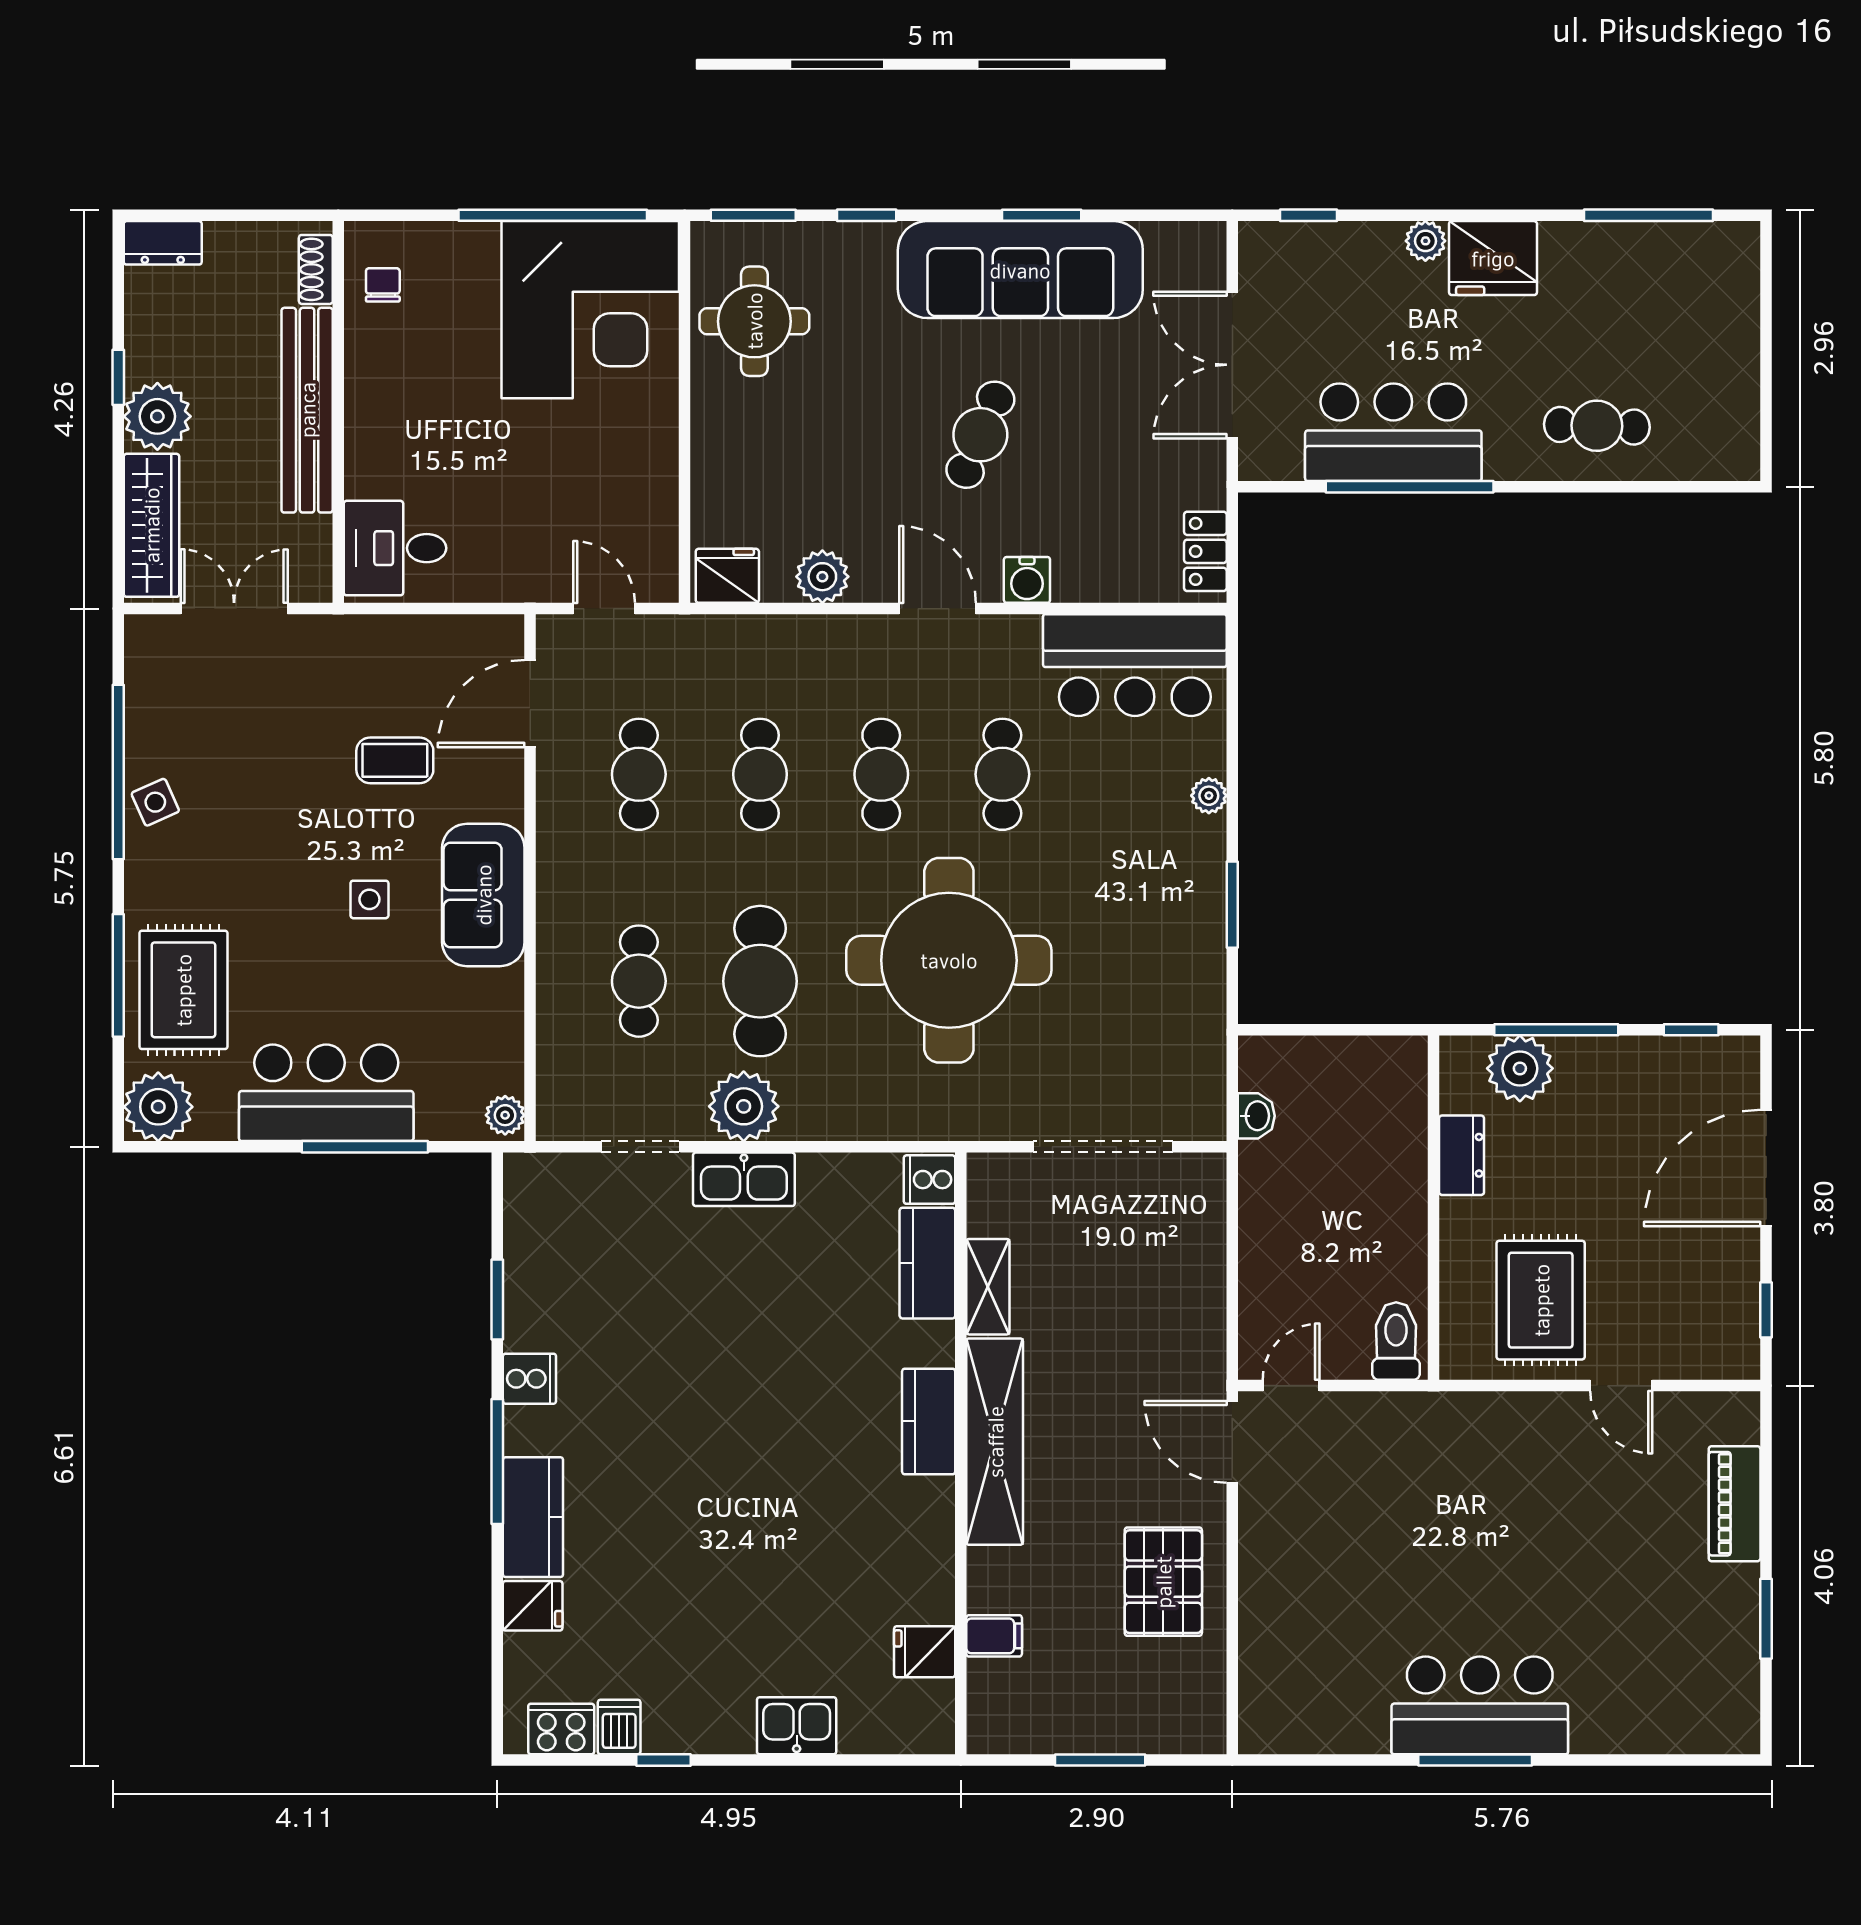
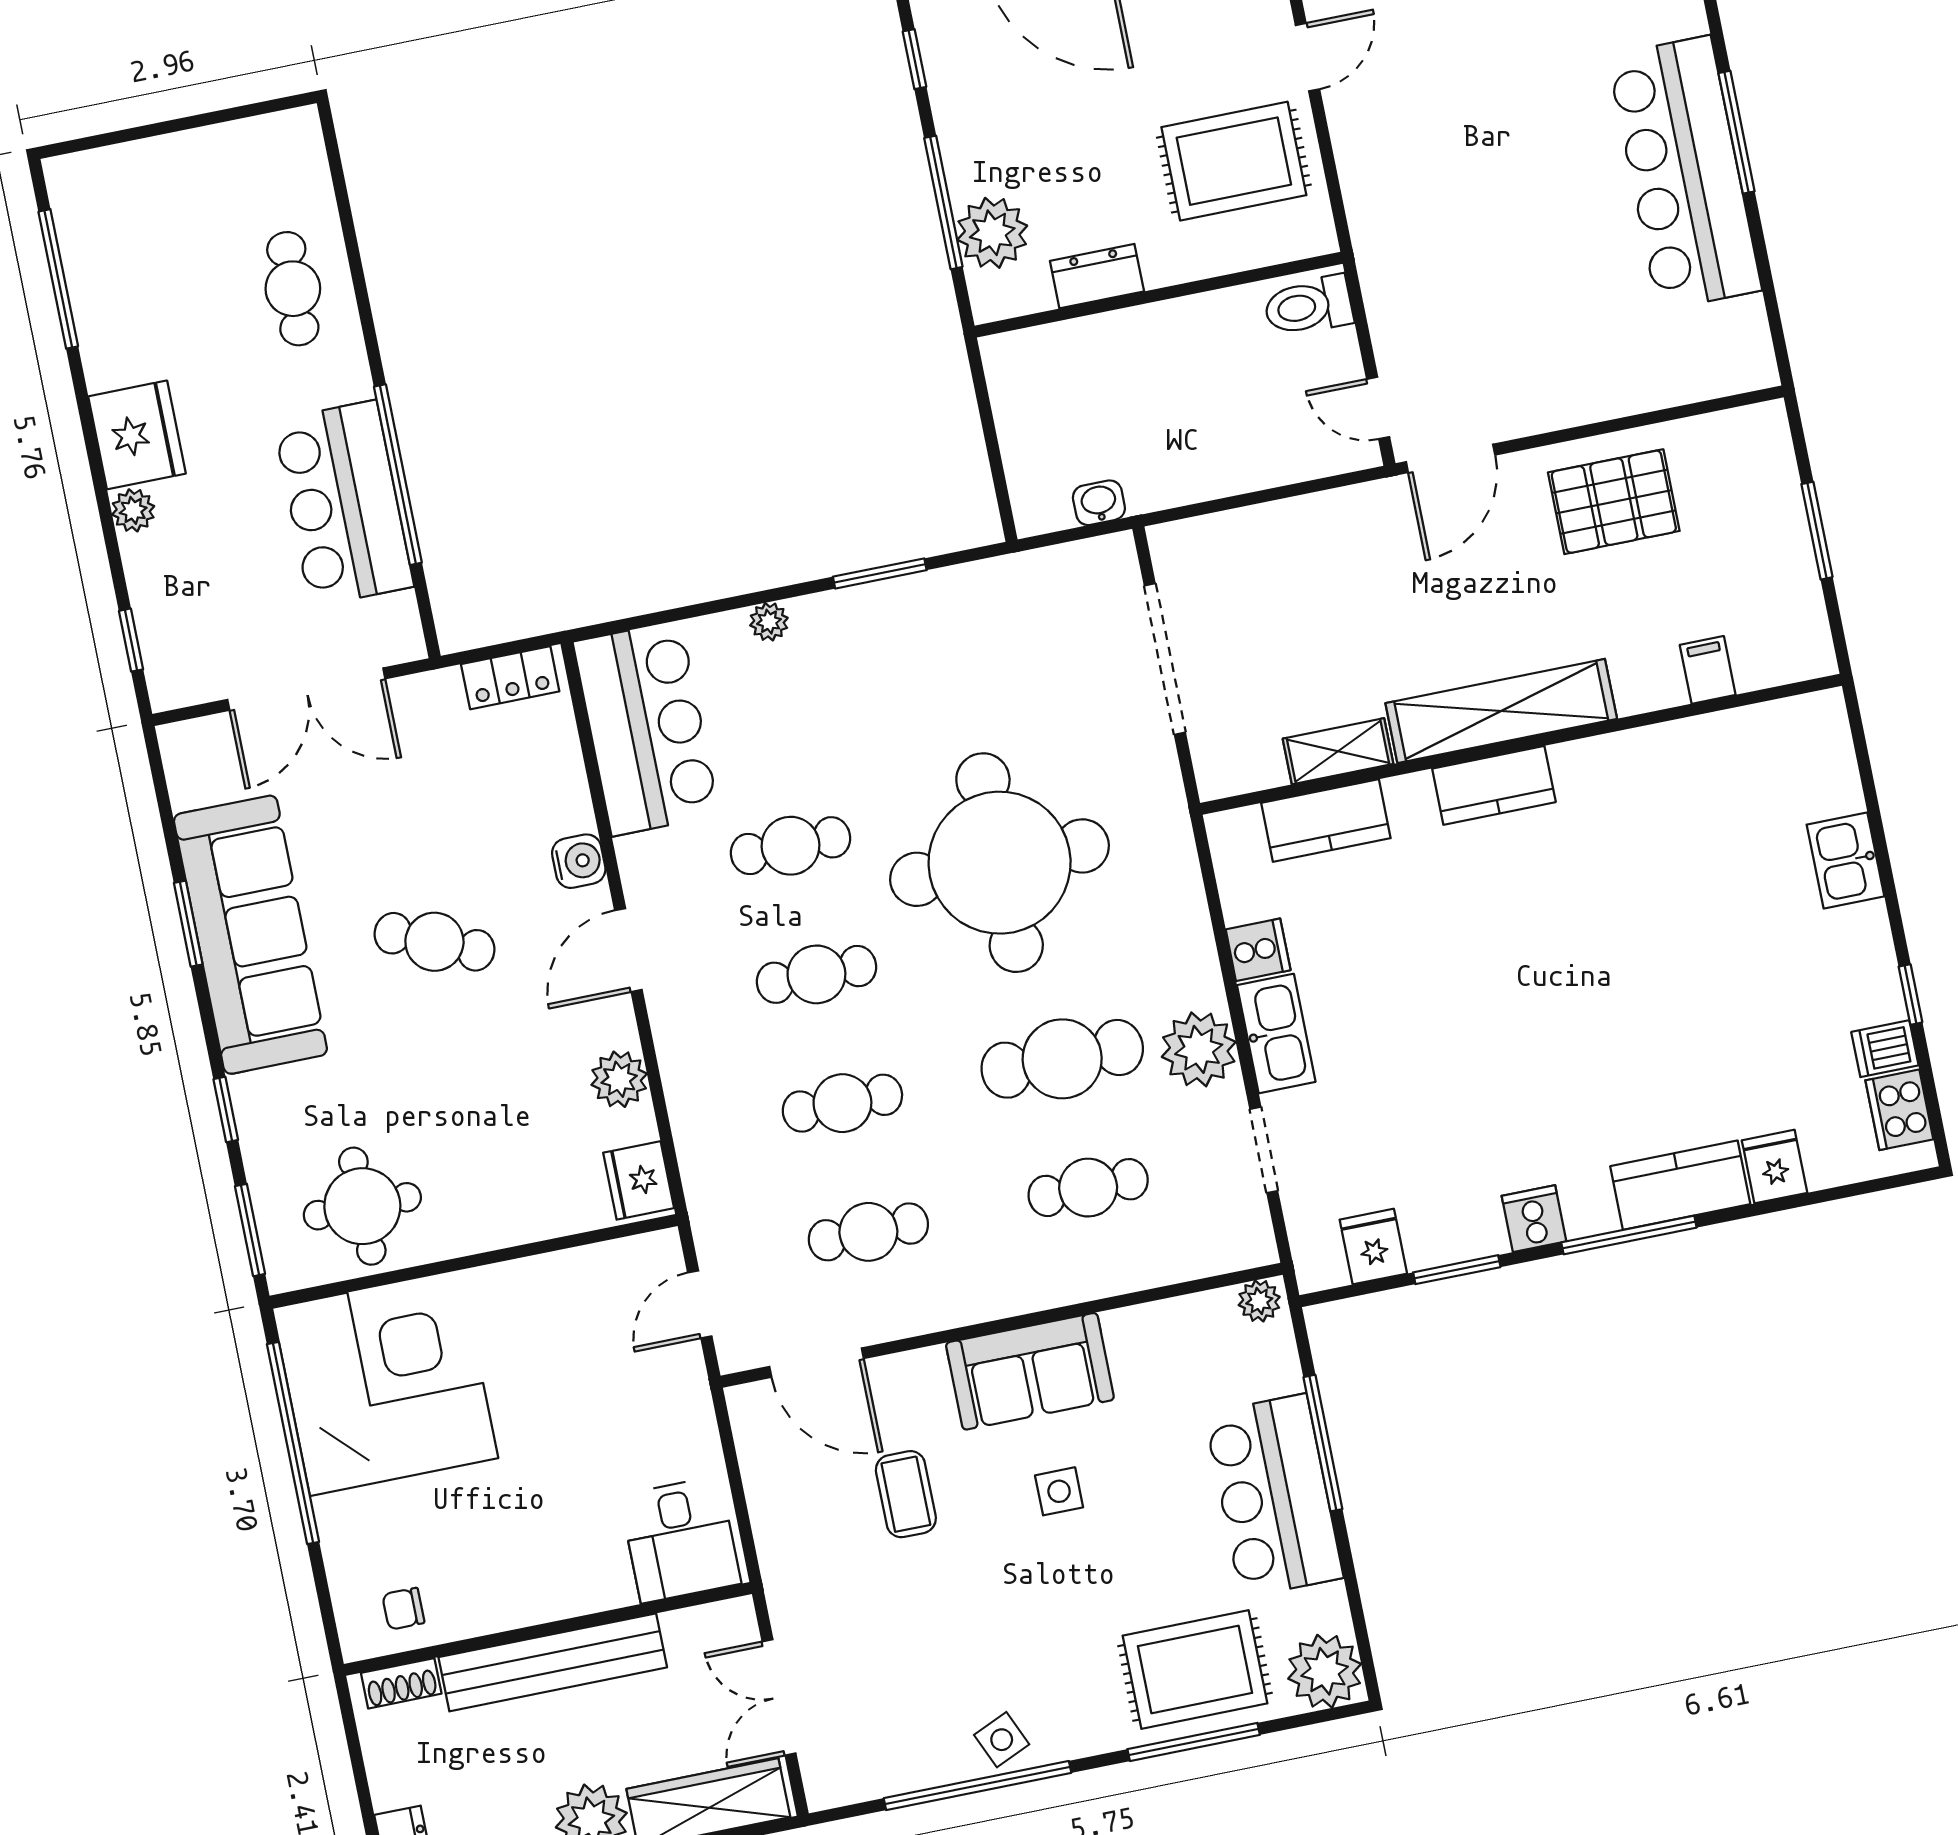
cooker: (929, 1180) -> (1258, 950), moved, turned -90
fridge: (925, 1652) -> (1373, 1247), moved, turned 180
bar counter: (1480, 1705) -> (1684, 173), width x1.36

